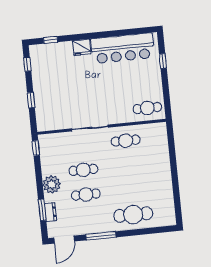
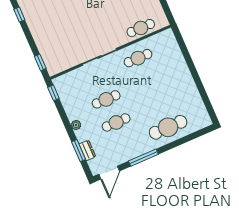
window: (31, 100) -> (40, 62), moved
cafe table: (147, 108) -> (141, 28), moved
plant: (52, 184) -> (76, 125), width x0.53, depth x0.53

